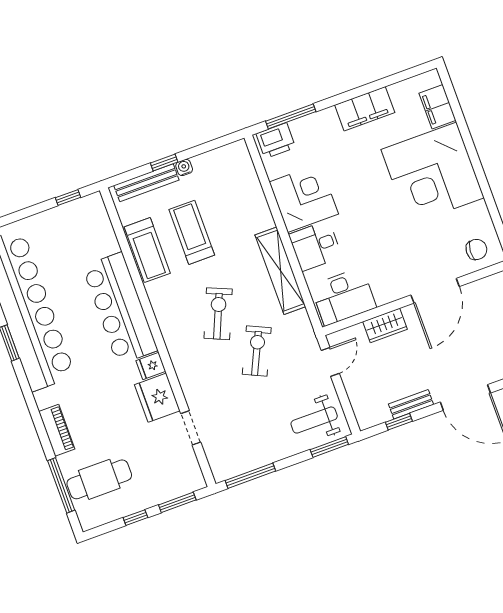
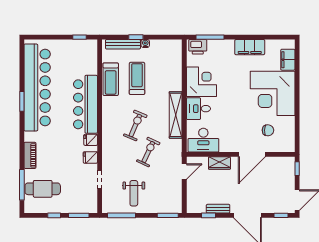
chair: (476, 249) -> (268, 130), moved
fridge: (157, 398) -> (90, 157), width x0.53, depth x0.75
weight bench: (314, 420) -> (134, 193), moved, turned -90

